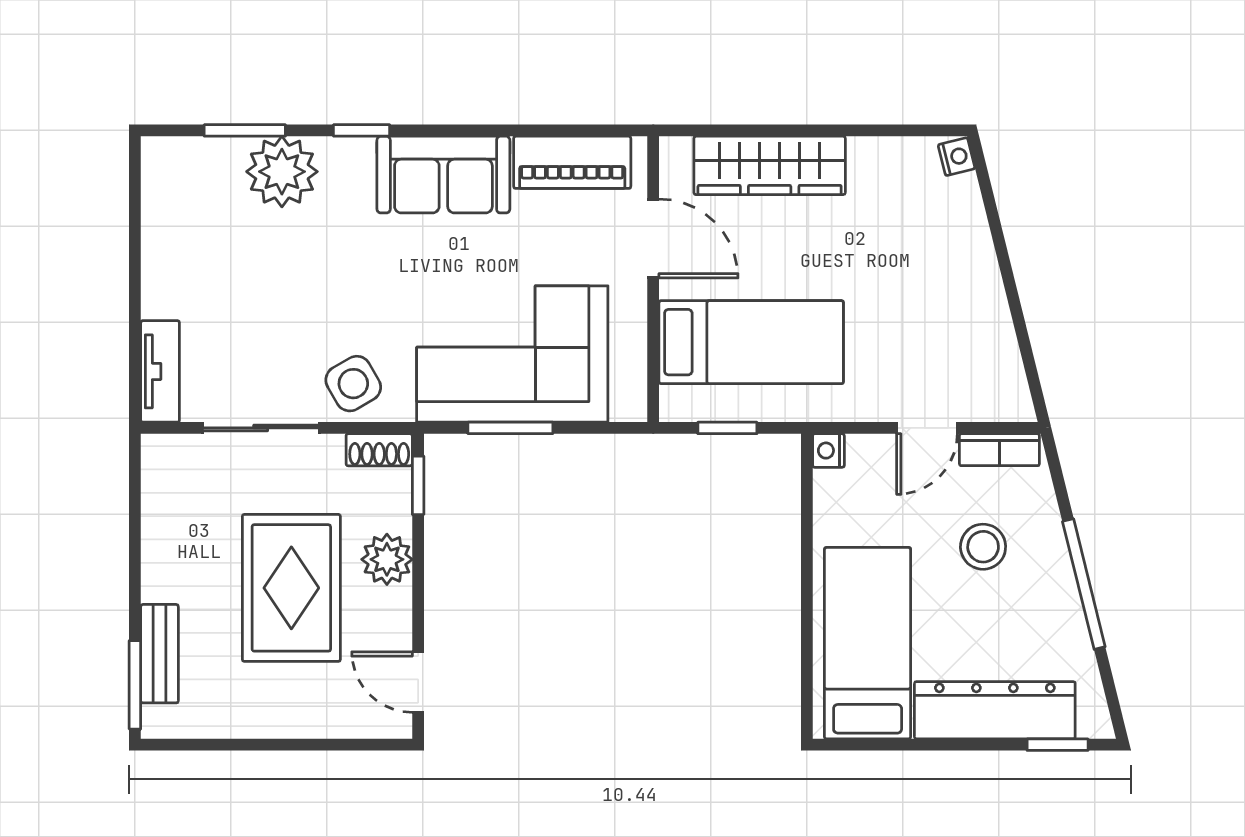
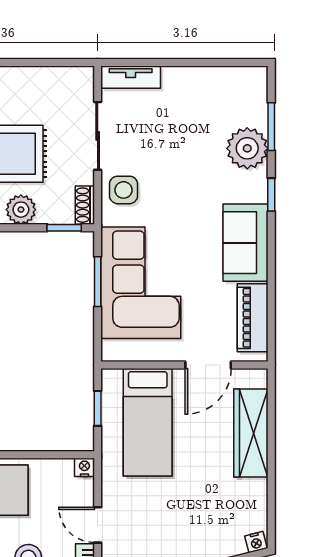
side table: (353, 384) -> (124, 190), turned 30

